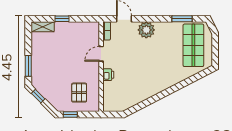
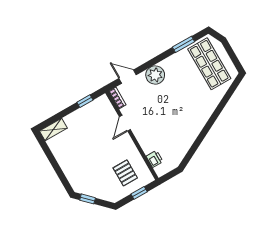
window: (62, 19) -> (85, 101), moved
window: (28, 66) -> (61, 175), removed
printer: (108, 75) -> (155, 159), moved
window: (70, 114) -> (139, 193), moved

